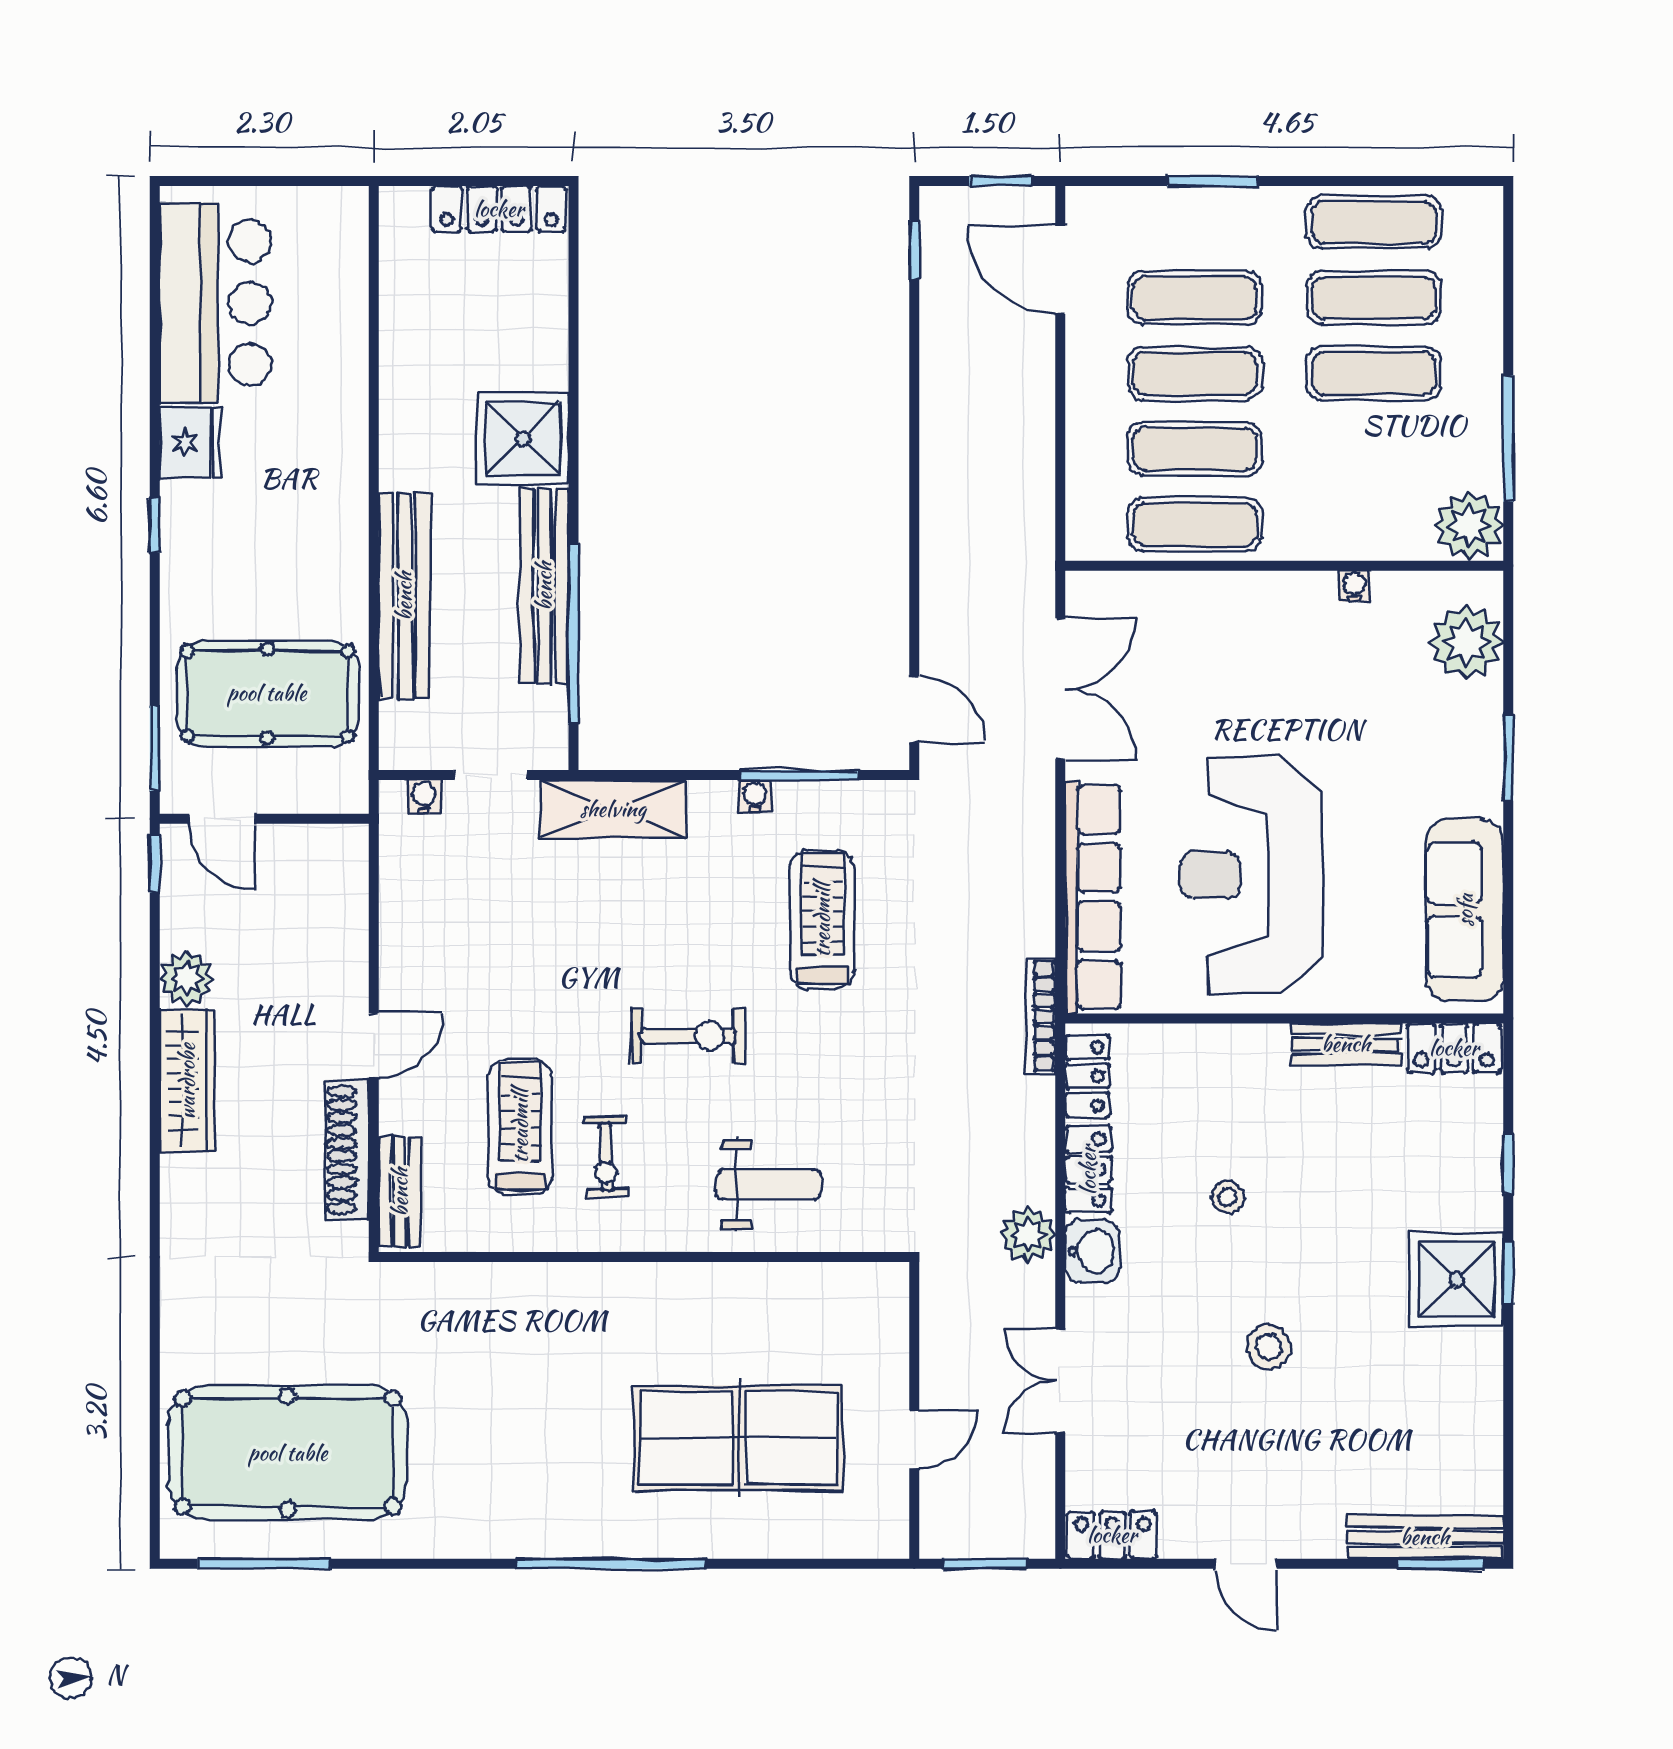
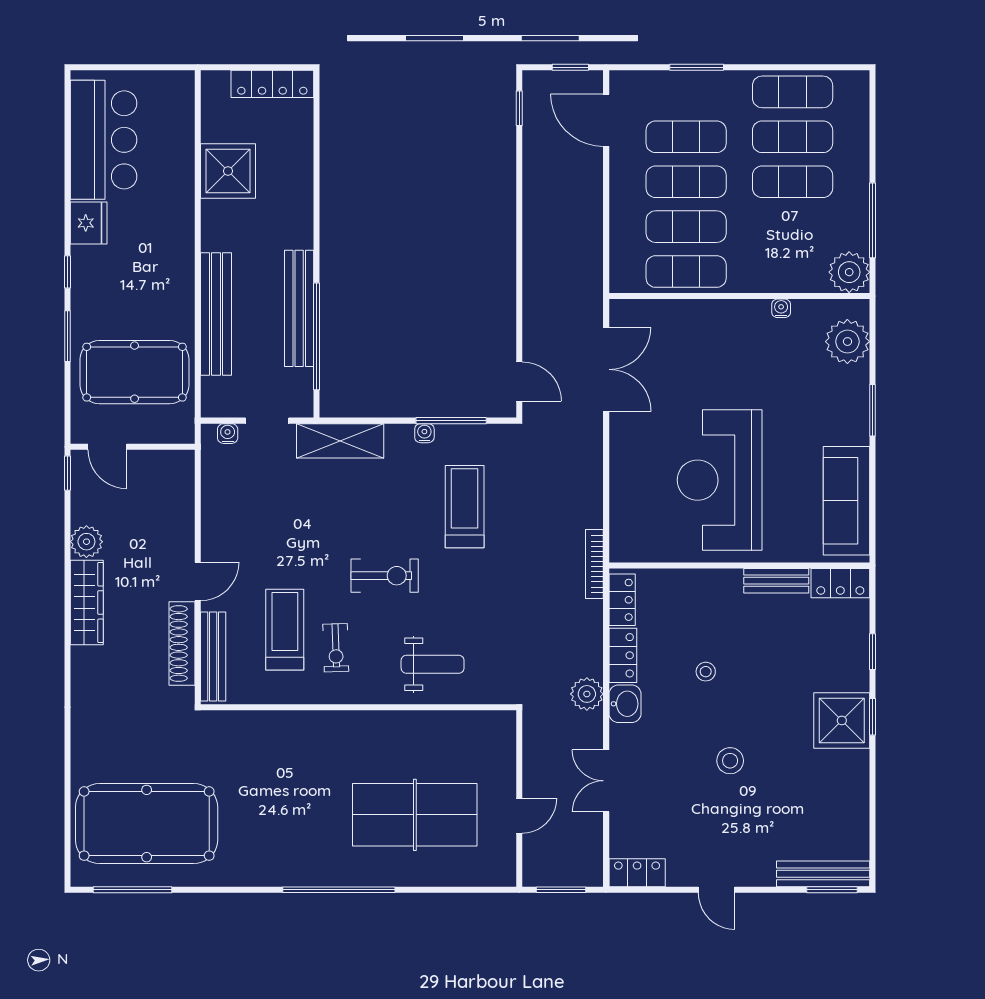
shower: (523, 438) -> (228, 171), moved
window: (155, 748) -> (68, 336), moved
row of seats: (1093, 897) -> (625, 493), removed
bench: (400, 1192) -> (213, 657), width x1.36

